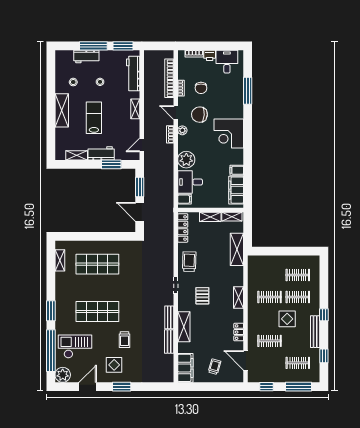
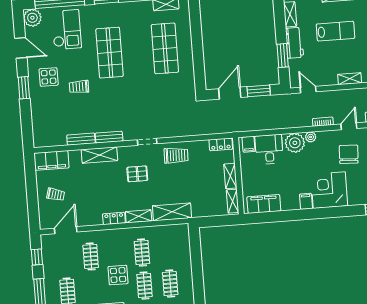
plant: (182, 130) -> (311, 137), moved
filing cabinet: (237, 170) -> (306, 201), moved
locker: (183, 228) -> (221, 144), width x0.66
shelving: (237, 249) -> (172, 212), moved
locker: (239, 332) -> (114, 218), moved

